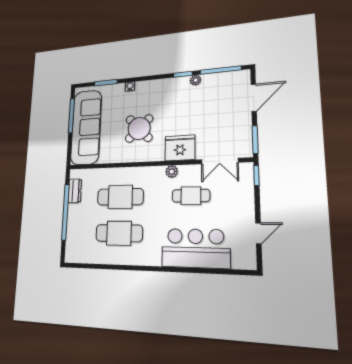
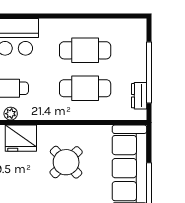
plant: (172, 172) -> (11, 114), moved

